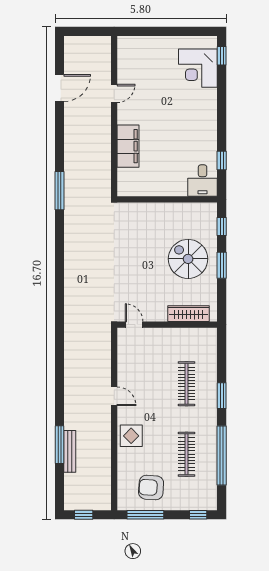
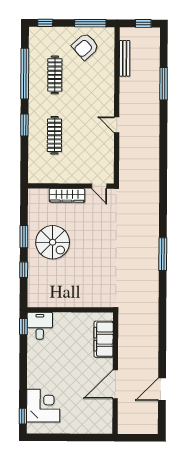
door: (114, 93) -> (115, 384), width x1.88
desk: (203, 181) -> (40, 326), moved
window: (60, 191) -> (163, 254), moved
wall: (167, 199) -> (70, 310), moved
wardrobe: (189, 314) -> (67, 195), moved
display table: (131, 436) -> (102, 91), removed
bench: (70, 451) -> (125, 58), moved
armchair: (151, 488) -> (85, 46), turned 134

